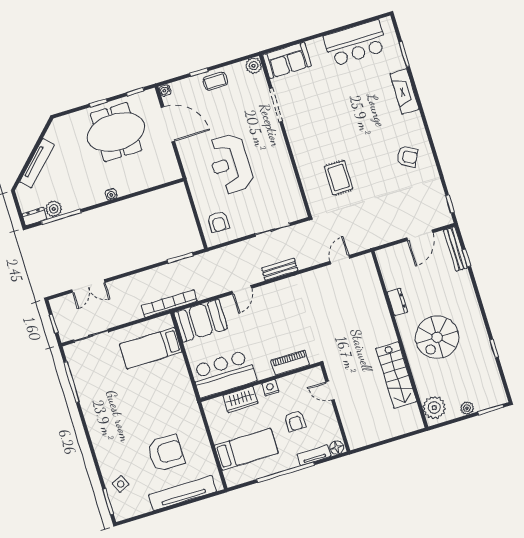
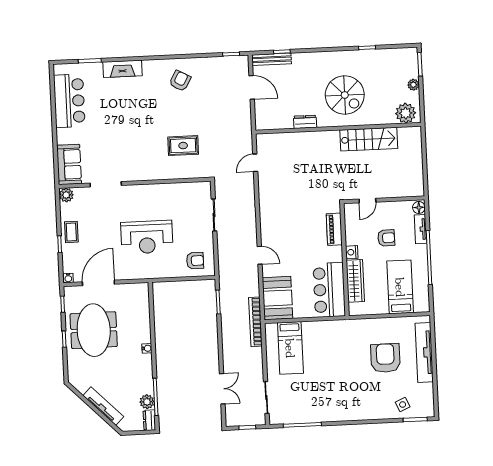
door: (340, 260) -> (255, 163), hinge flipped
bench: (280, 269) -> (250, 218), removed
wardrobe: (240, 399) -> (355, 281), width x1.50

